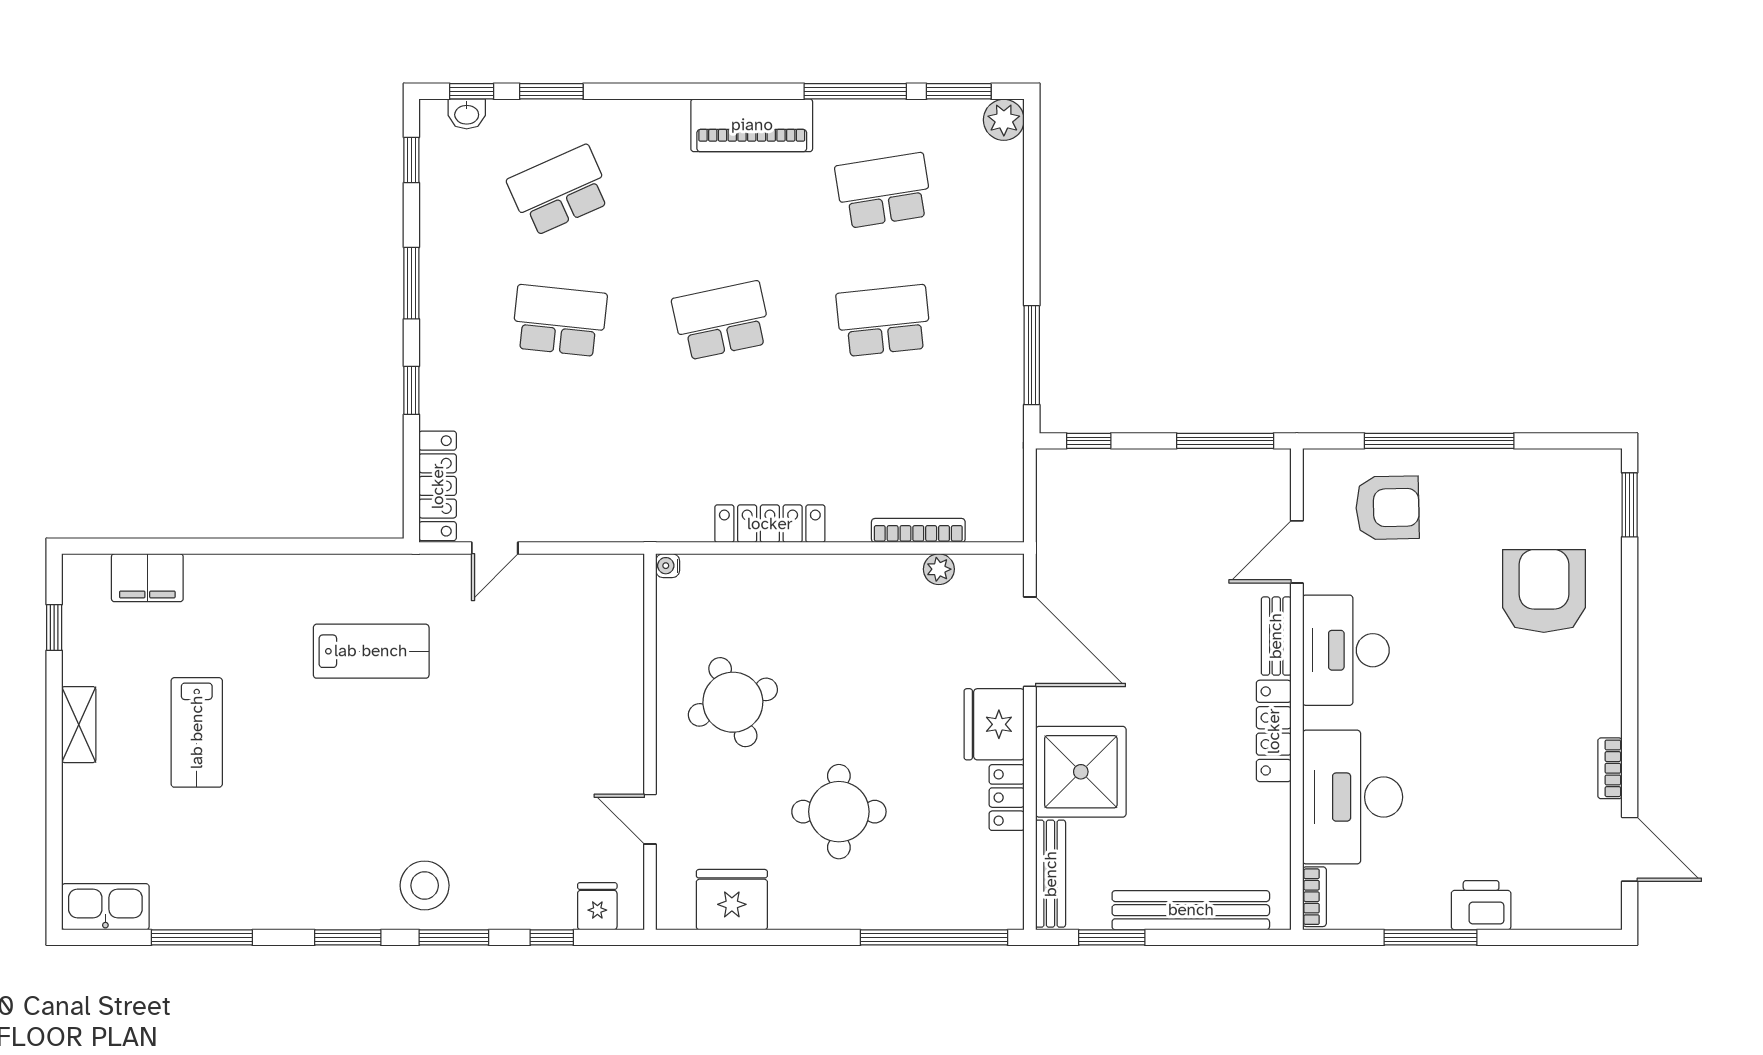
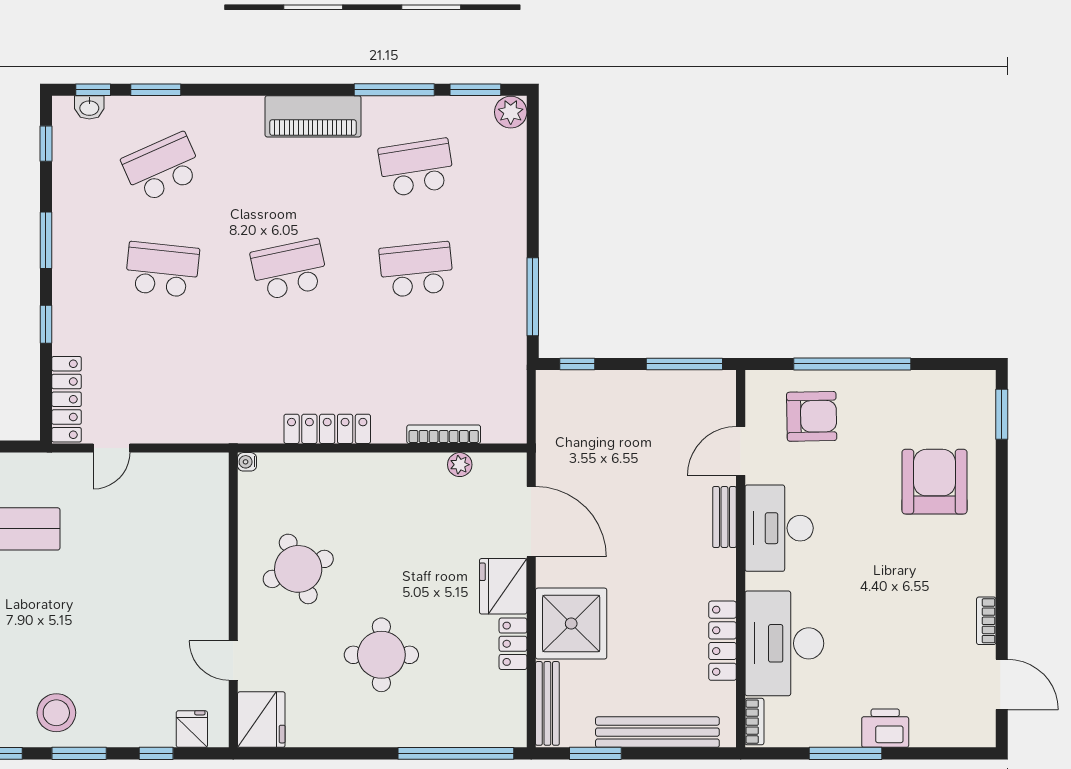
locker: (1274, 731) -> (723, 641), moved
fridge: (732, 900) -> (261, 720), moved, turned 90

